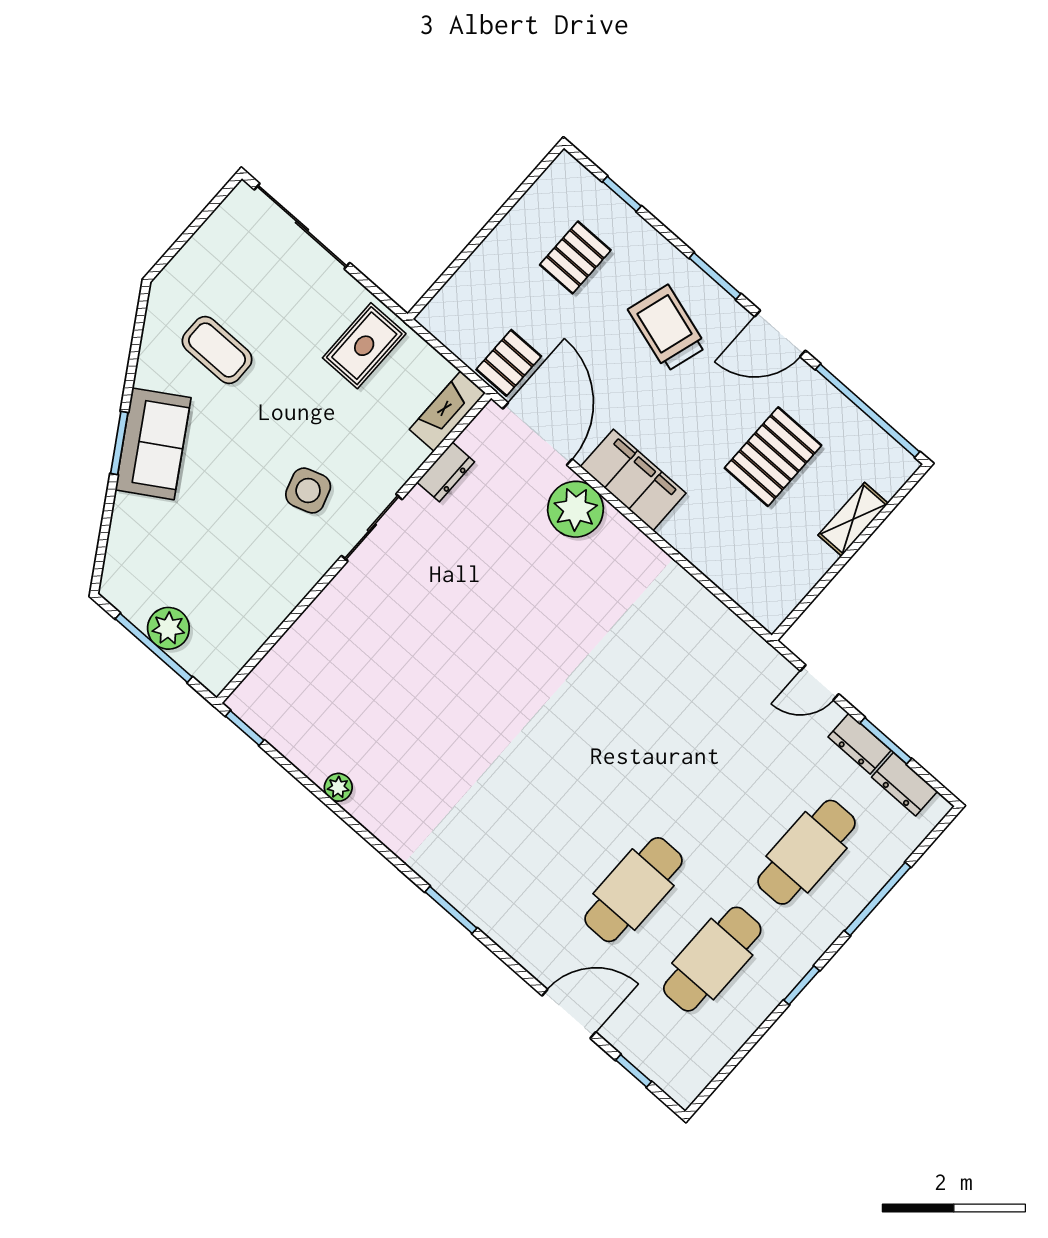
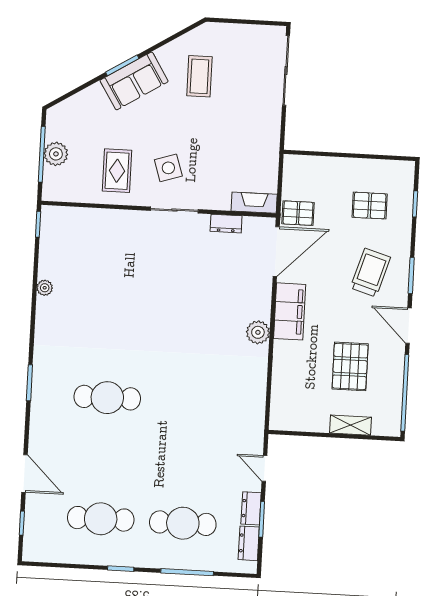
rug: (364, 346) -> (117, 171), moved, turned 90
pallet: (773, 457) -> (350, 366), turned 90
plant: (575, 509) -> (258, 332), moved, width x0.73, depth x0.73
cafe table: (634, 890) -> (107, 398), moved

